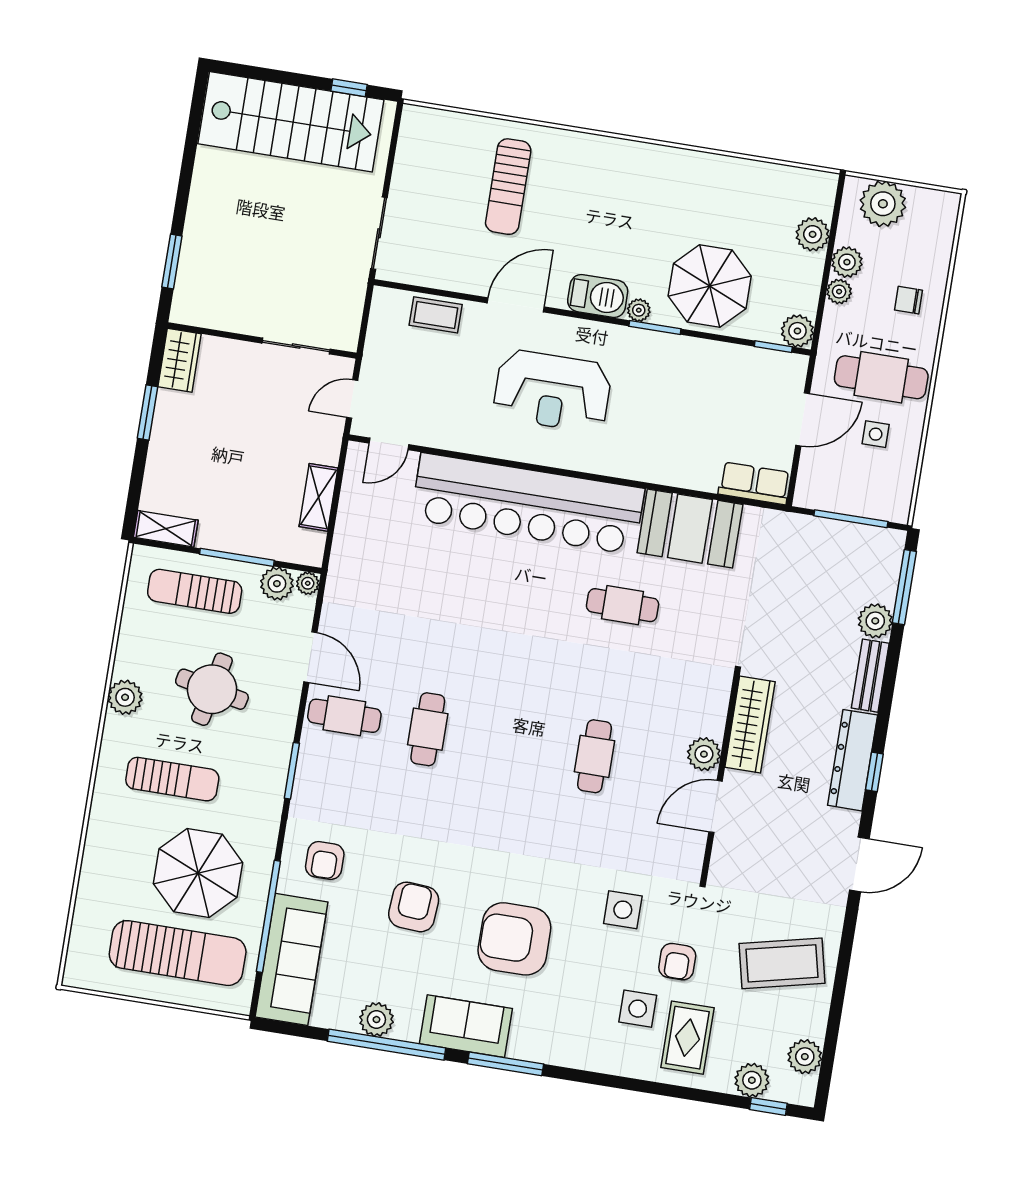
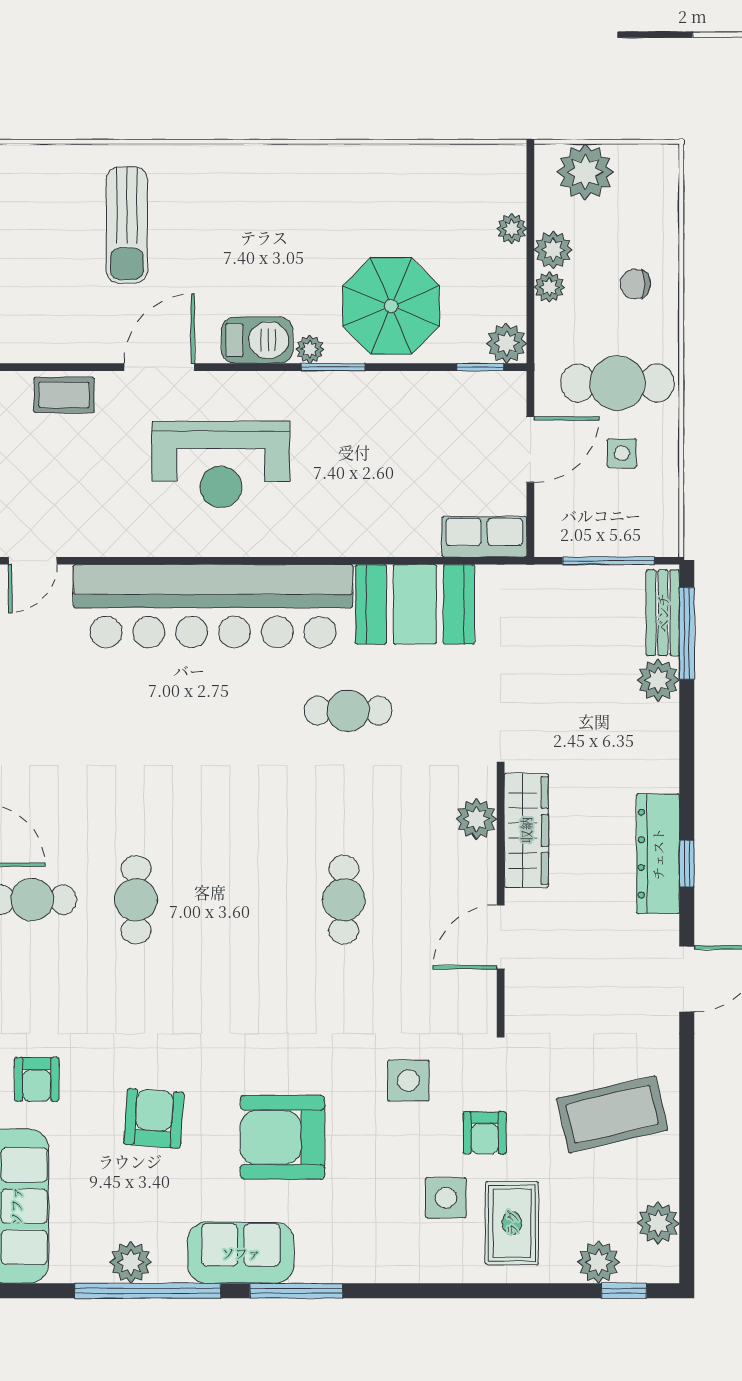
plant: (813, 234) -> (512, 229), width x0.73, depth x0.73
bench: (870, 676) -> (663, 613), moved
plant: (704, 754) -> (476, 819), moved

